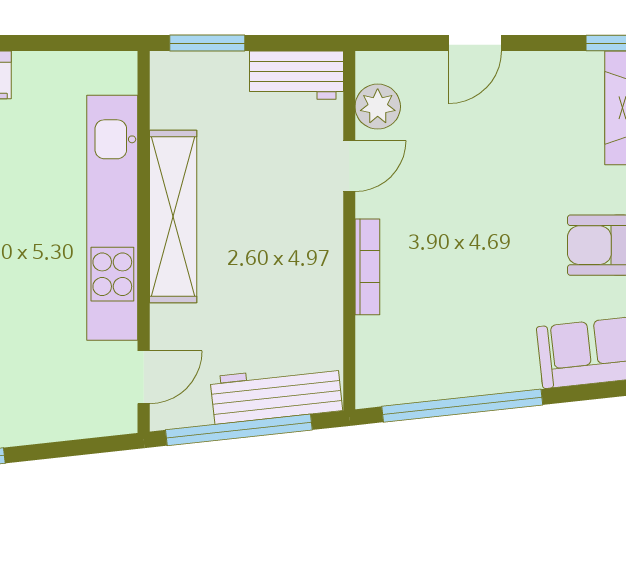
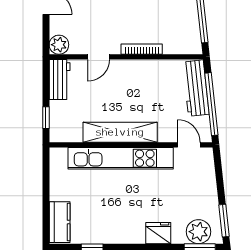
window: (207, 43) -> (46, 118), width x0.67
plant: (378, 107) -> (59, 45), moved
door: (349, 166) -> (99, 57), swing flipped

